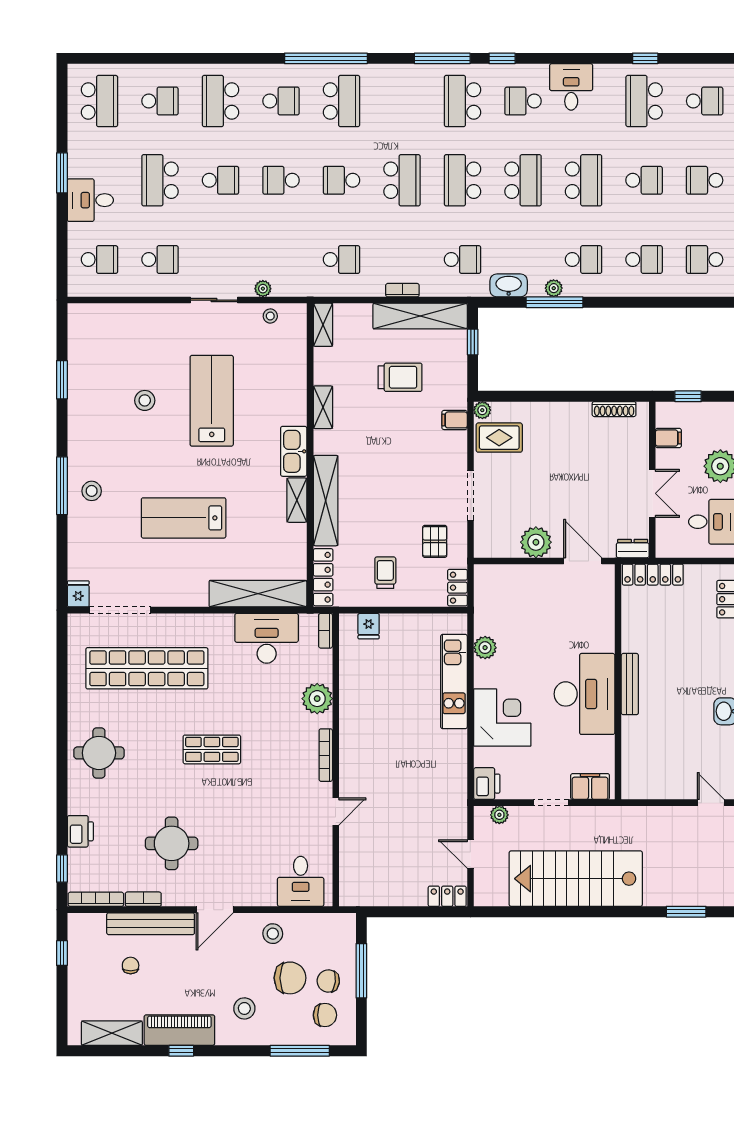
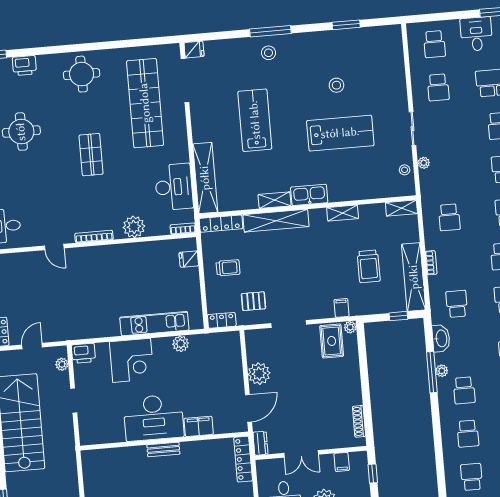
school desk: (463, 260) -> (457, 304), turned 180
bench: (630, 684) -> (163, 449), width x0.73
filing cabinet: (590, 786) -> (199, 426), moved, turned -90

